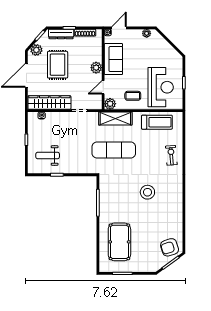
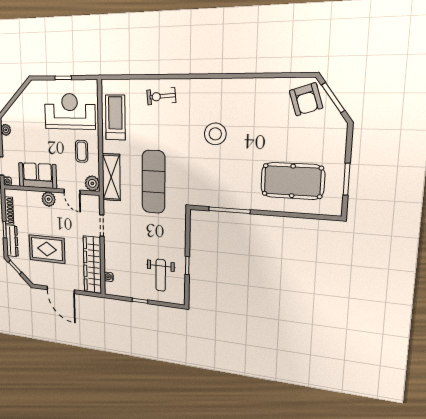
plant: (36, 50) -> (31, 274), removed

